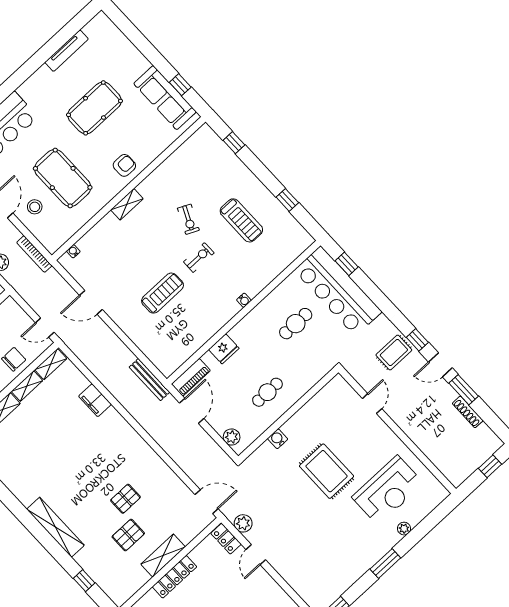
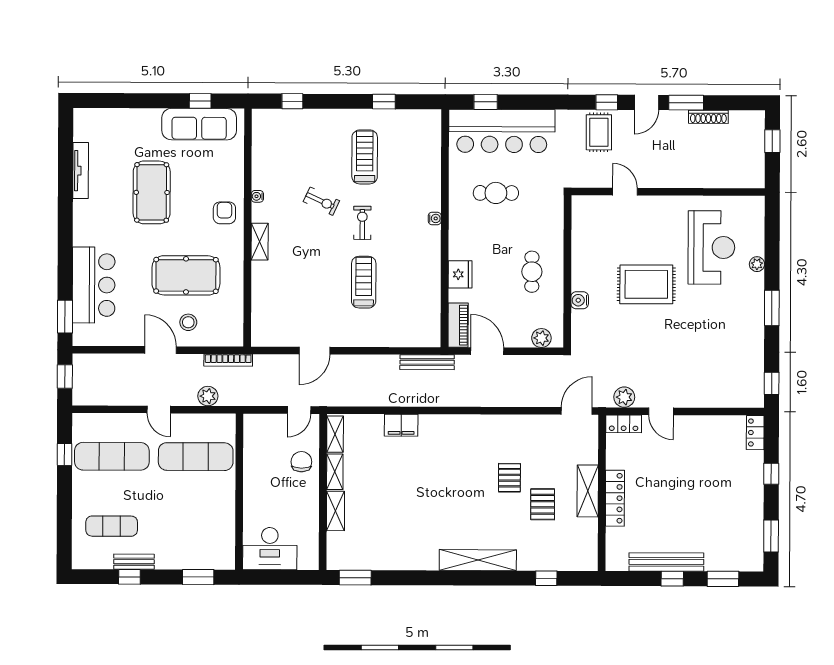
treadmill: (241, 220) -> (365, 157), turned -90
water cooler: (73, 251) -> (257, 196), moved
cafe table: (296, 324) -> (496, 193), turned 90

